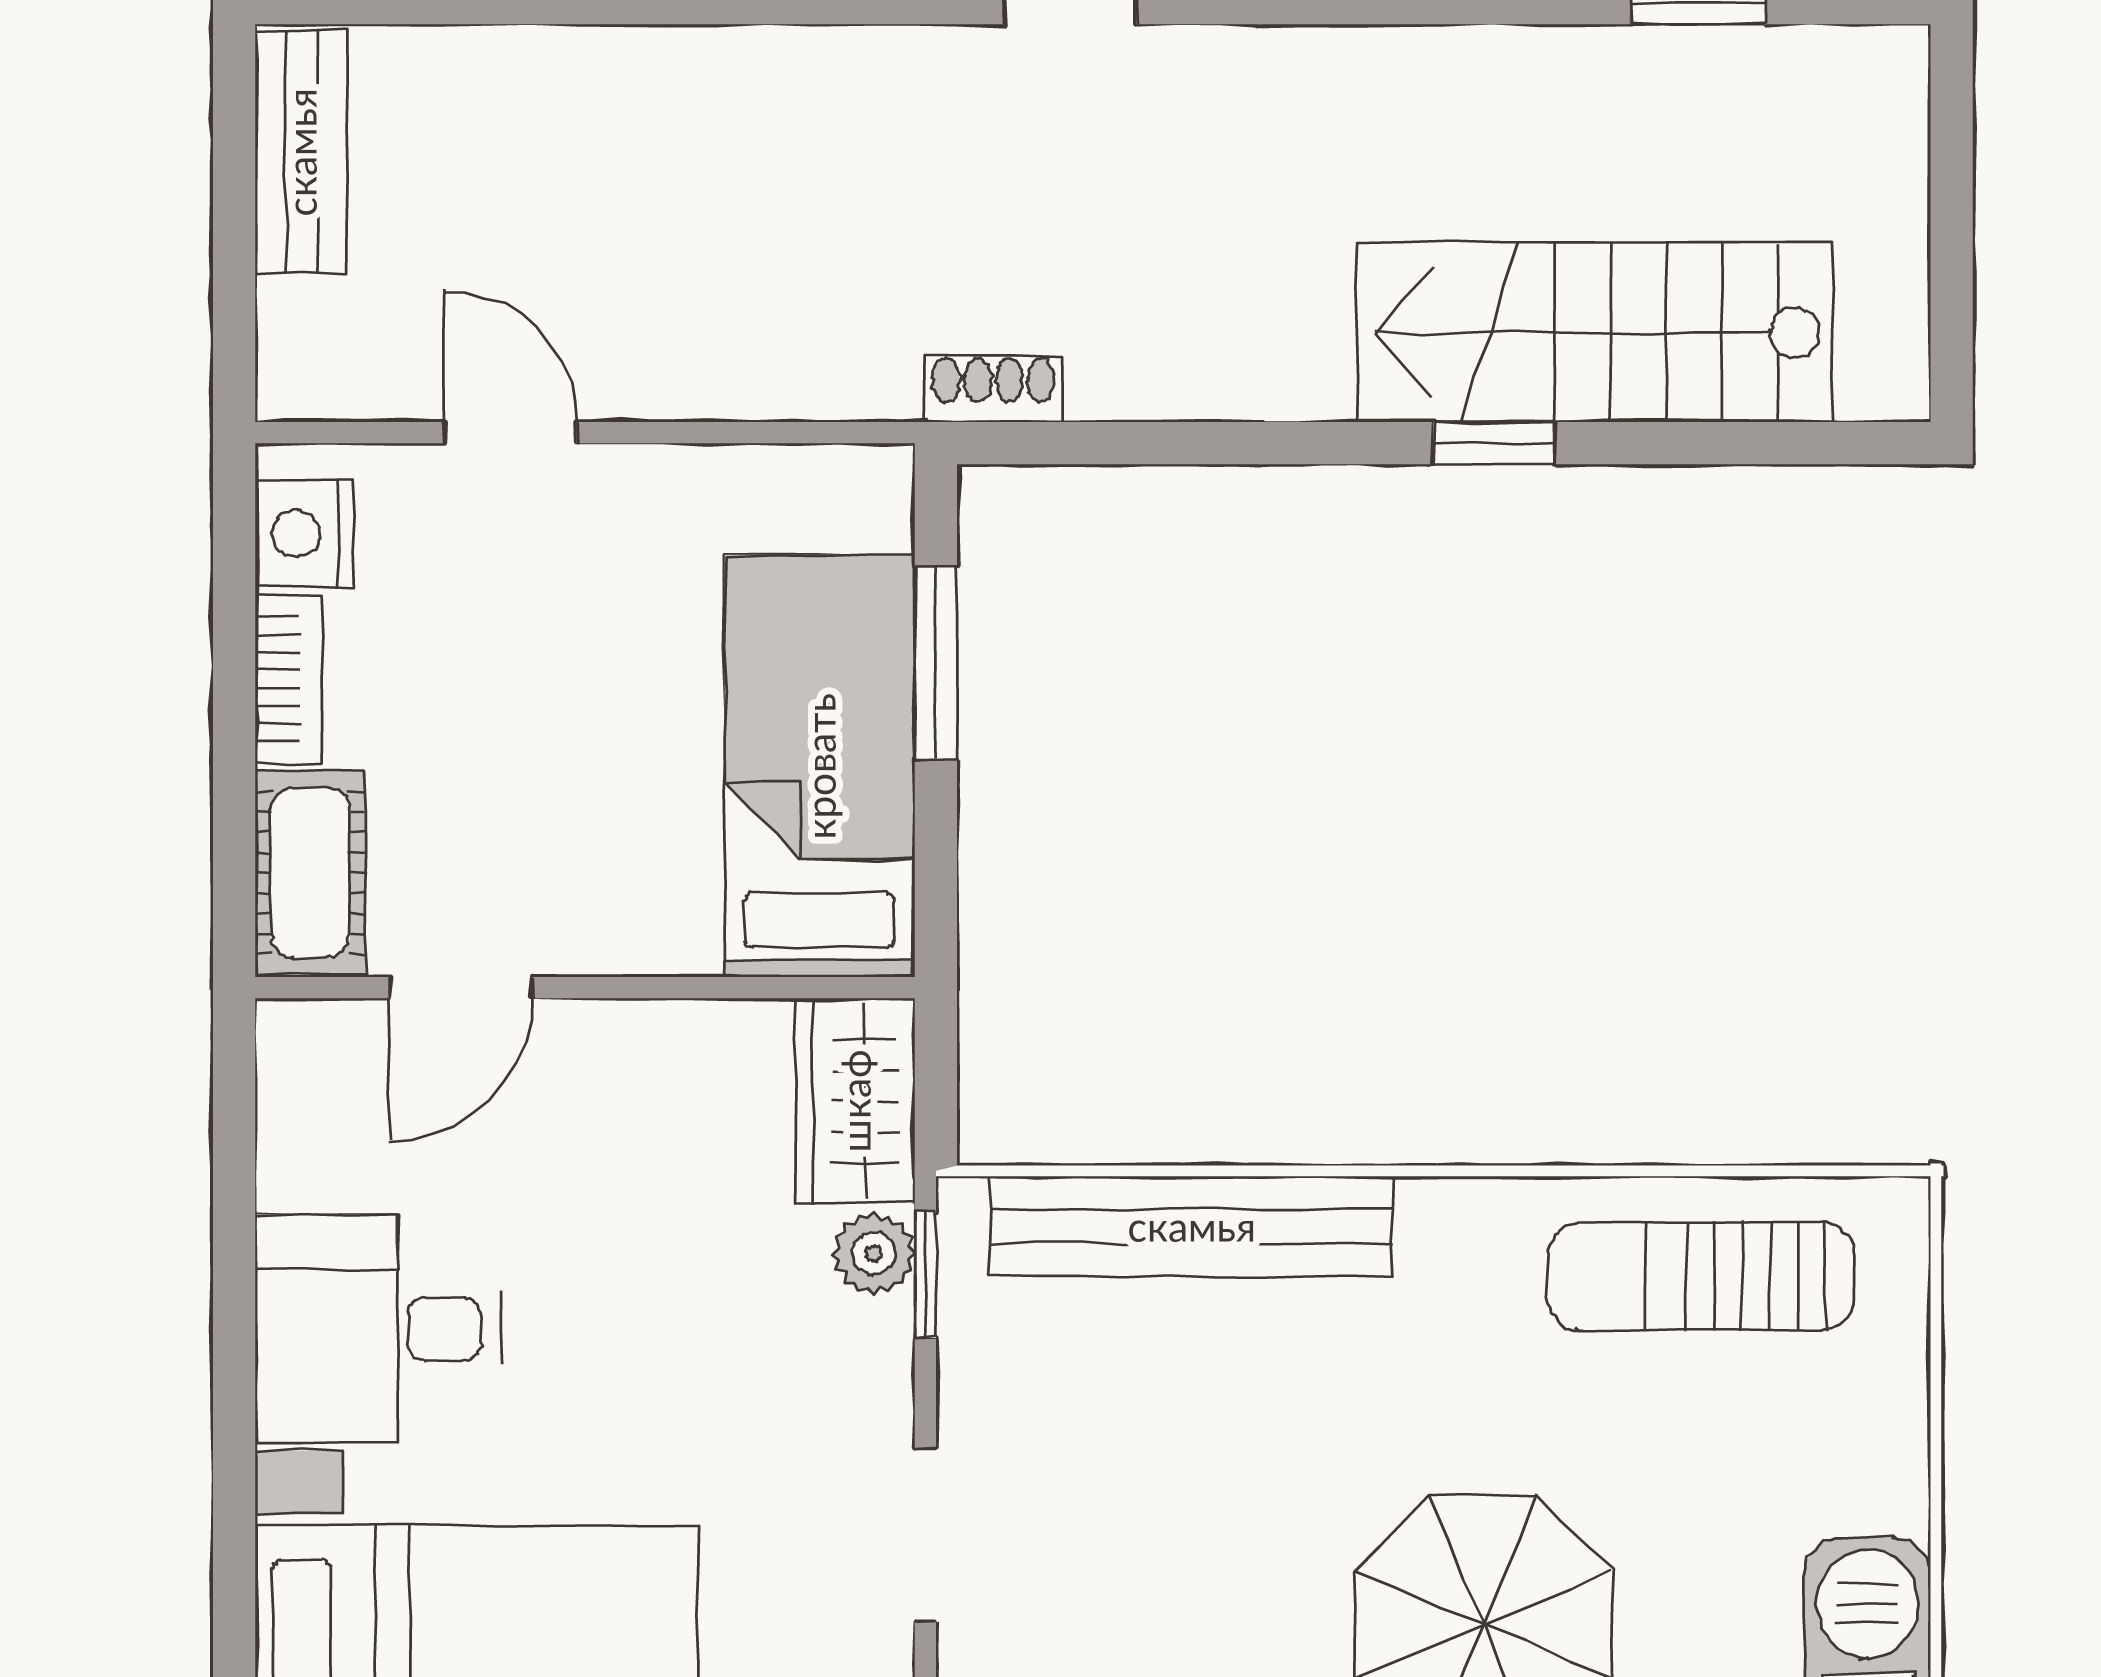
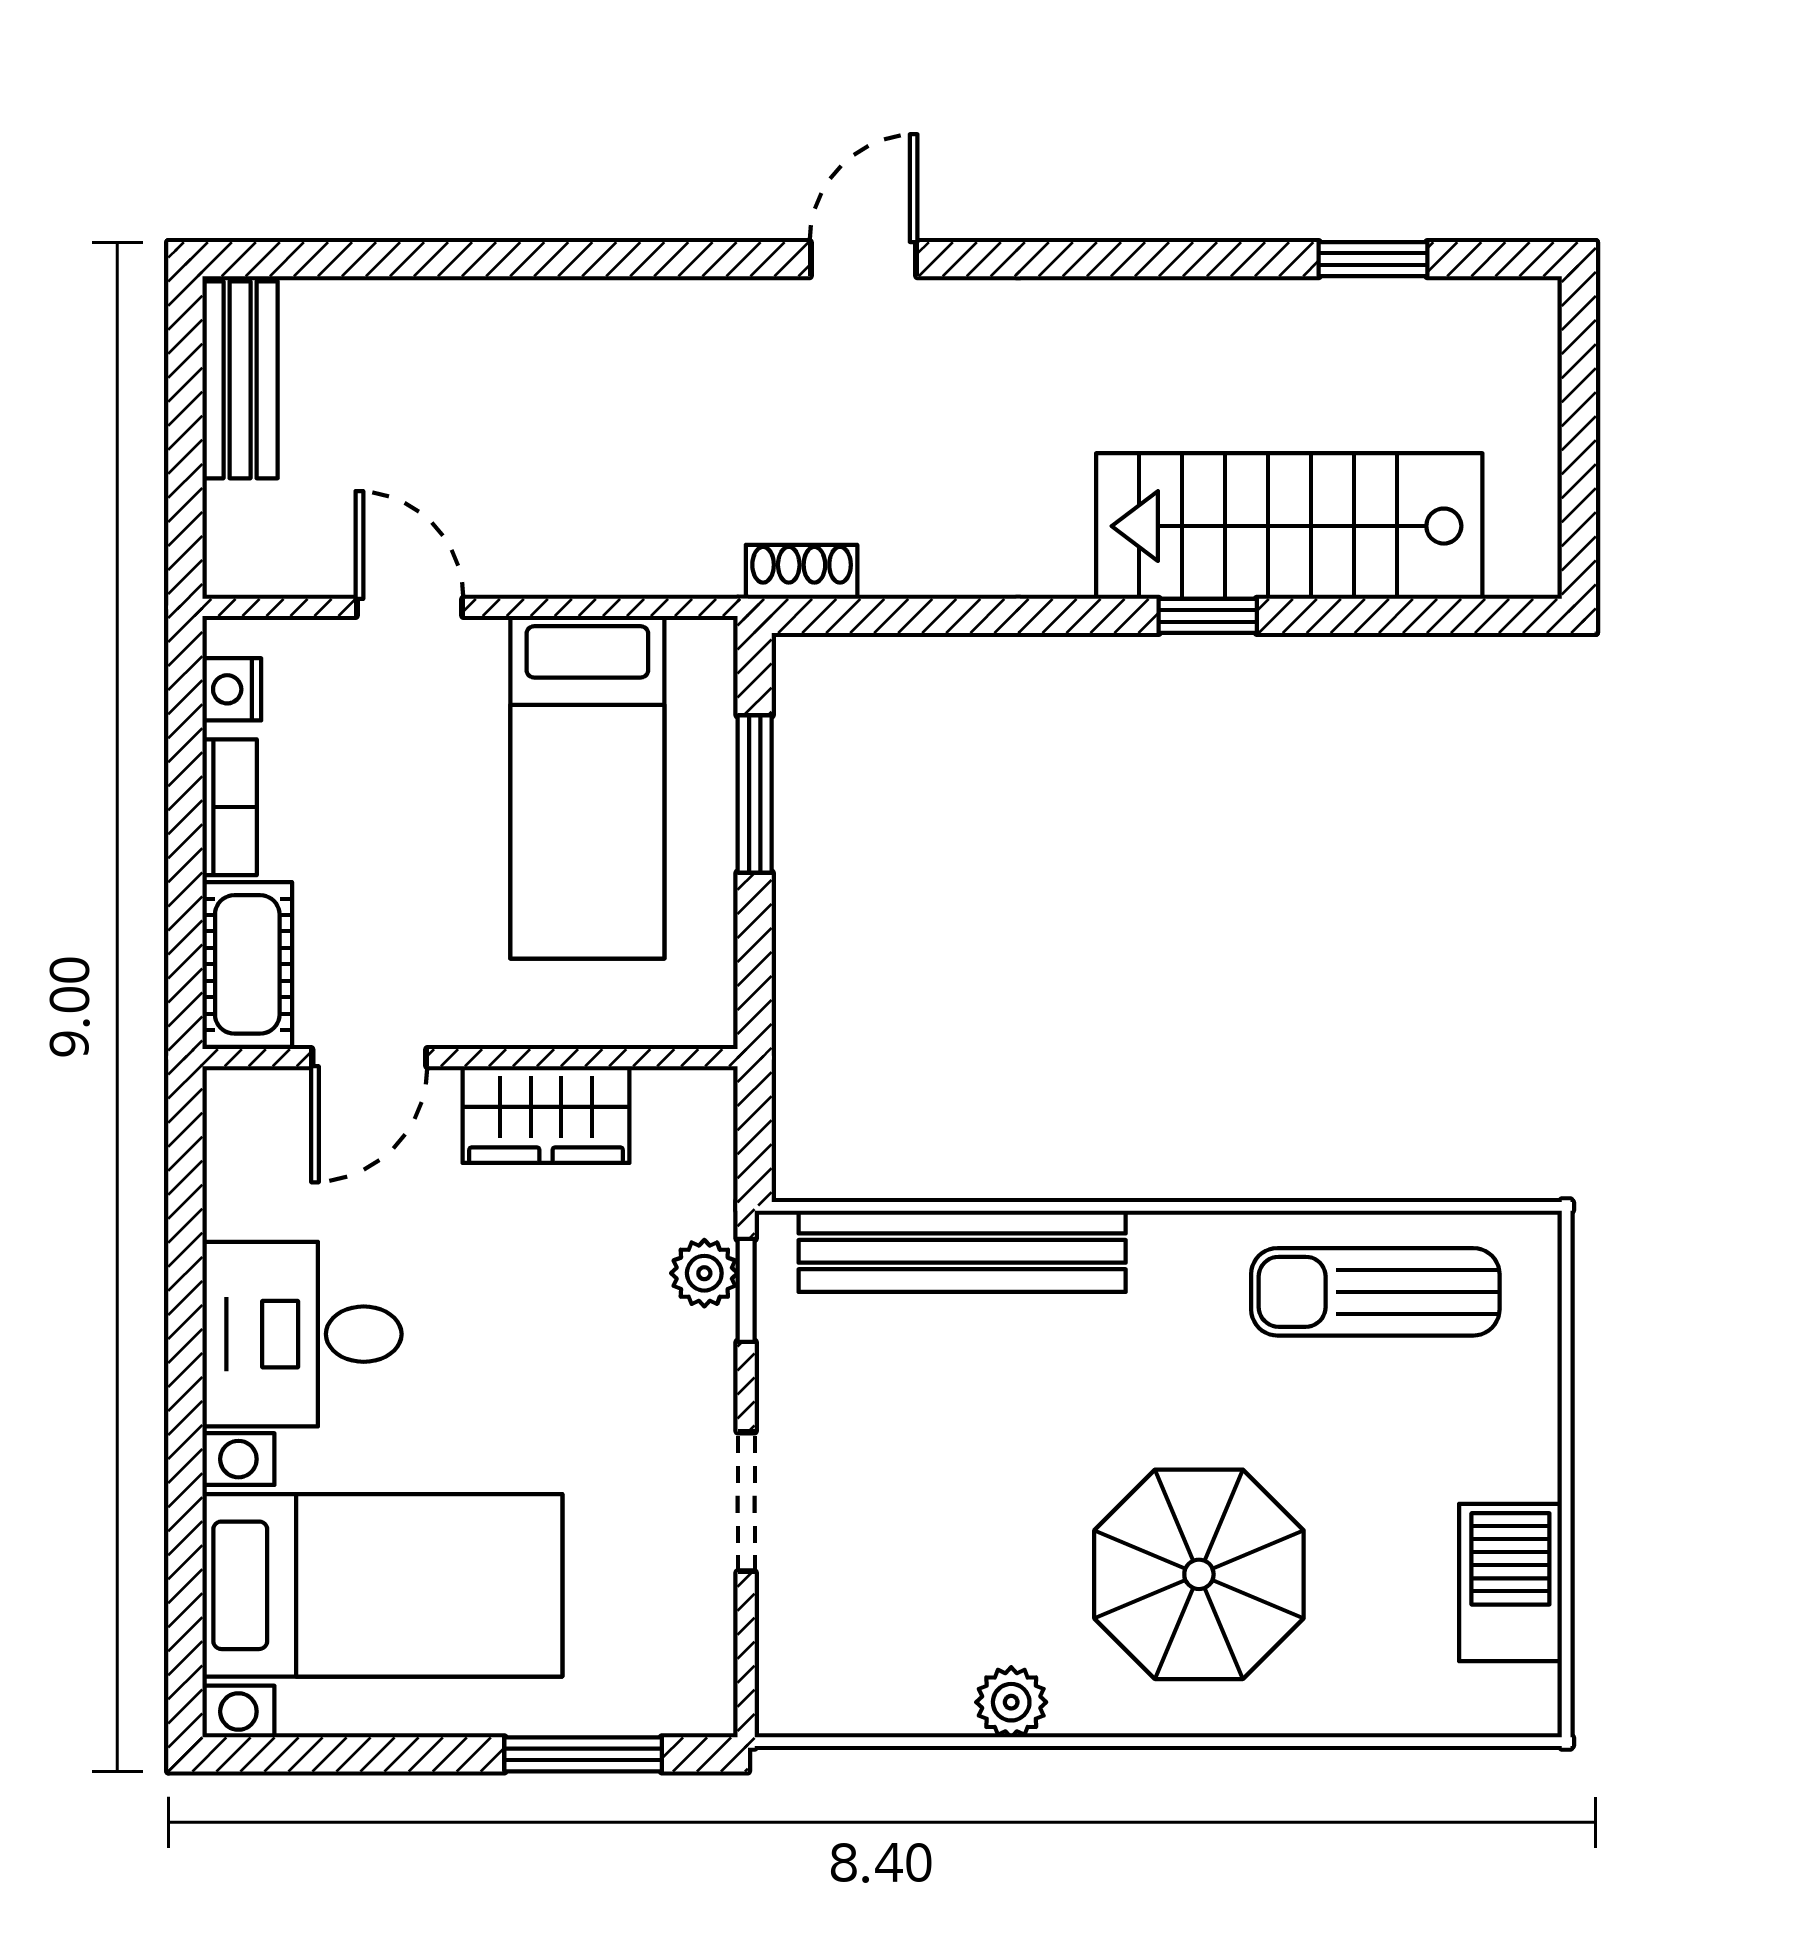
nightstand: (304, 534) -> (232, 689), width x0.72, depth x0.74
bed: (820, 766) -> (587, 787), moved, turned 180
wardrobe: (855, 1101) -> (546, 1115), moved, turned -90

